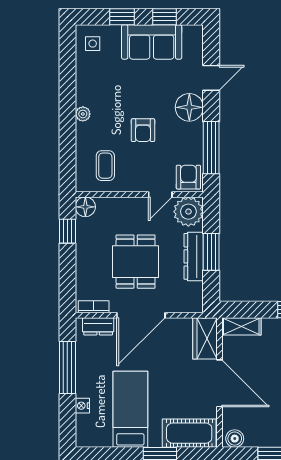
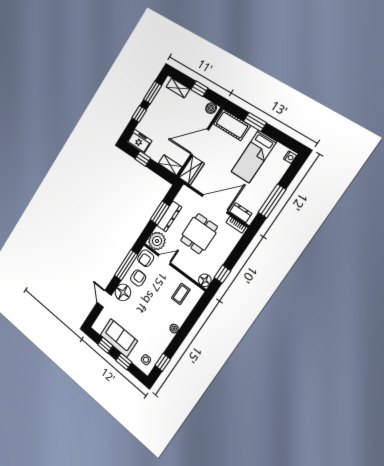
window: (67, 59) -> (163, 362), added
door: (211, 78) -> (104, 299), hinge flipped
armchair: (143, 130) -> (138, 278), moved
door: (219, 383) -> (200, 142), hinge flipped
nightstand: (82, 406) -> (290, 157), moved

